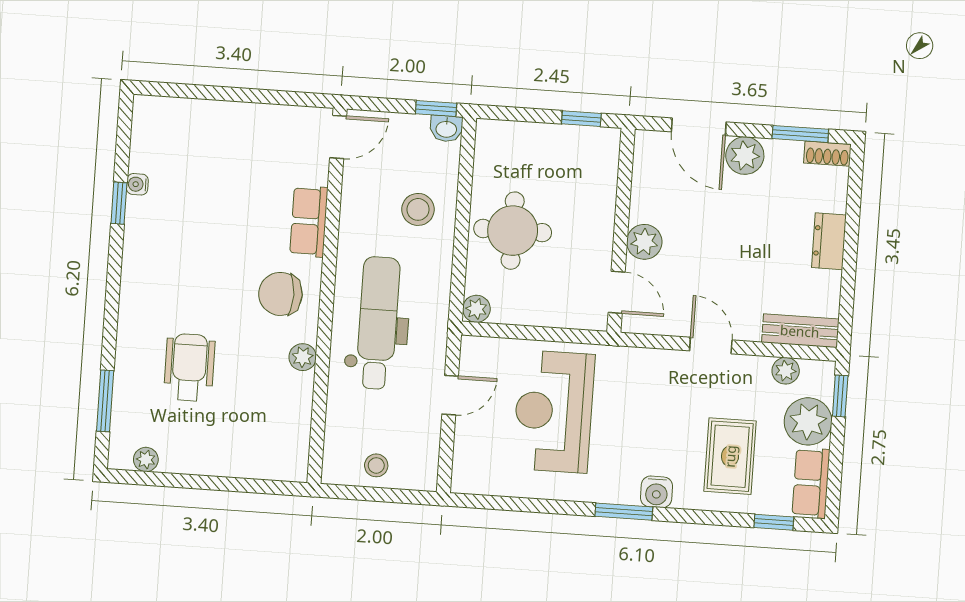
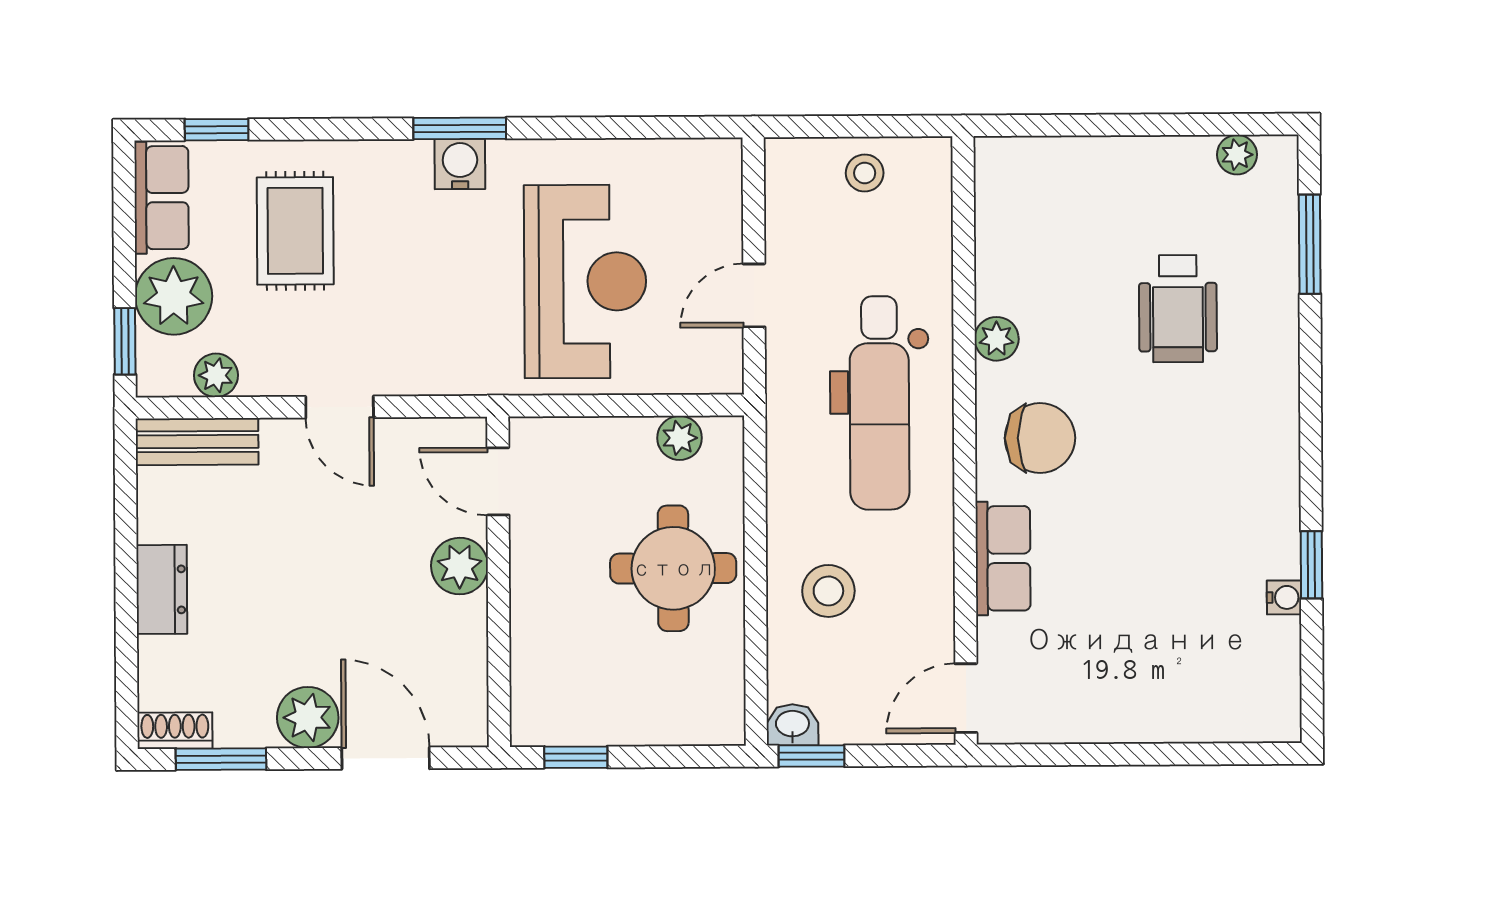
plant: (476, 309) -> (680, 438), moved
water cooler: (656, 492) -> (460, 164), moved

